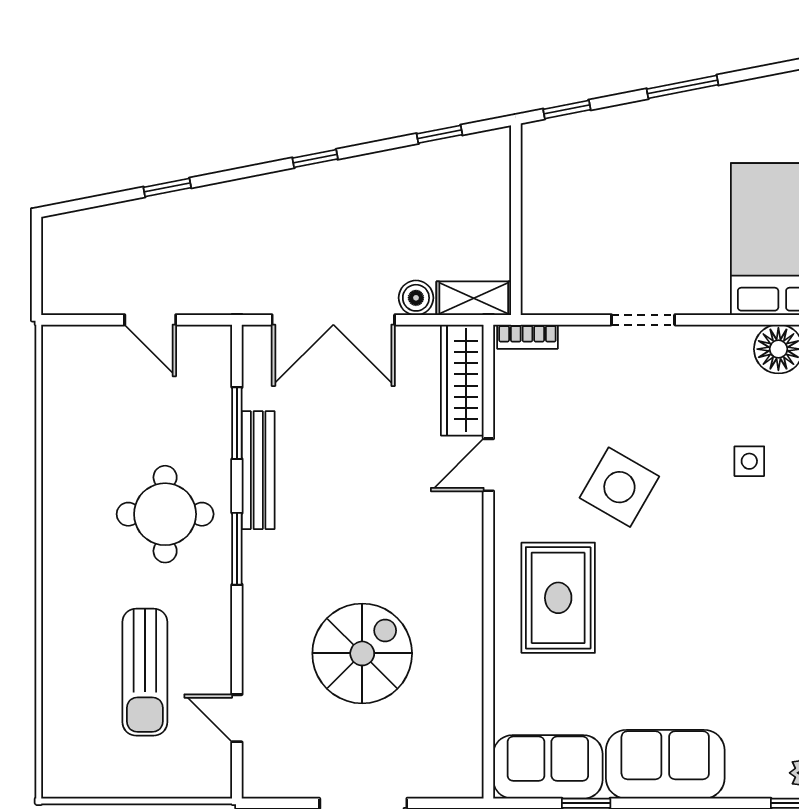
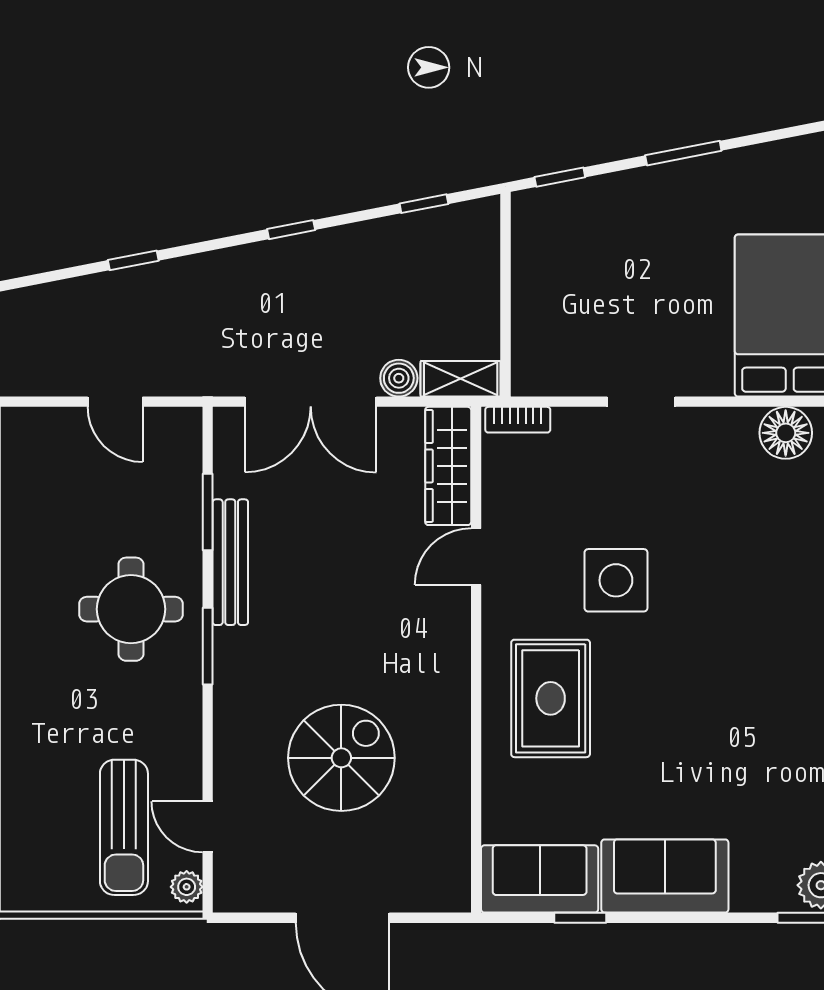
side table: (749, 461) -> (755, 553), removed
side table: (619, 487) -> (616, 580), turned -30
sun lounger: (145, 672) -> (124, 827), moved
plant: (217, 774) -> (187, 887), added

